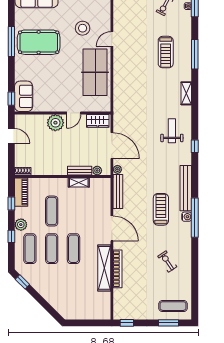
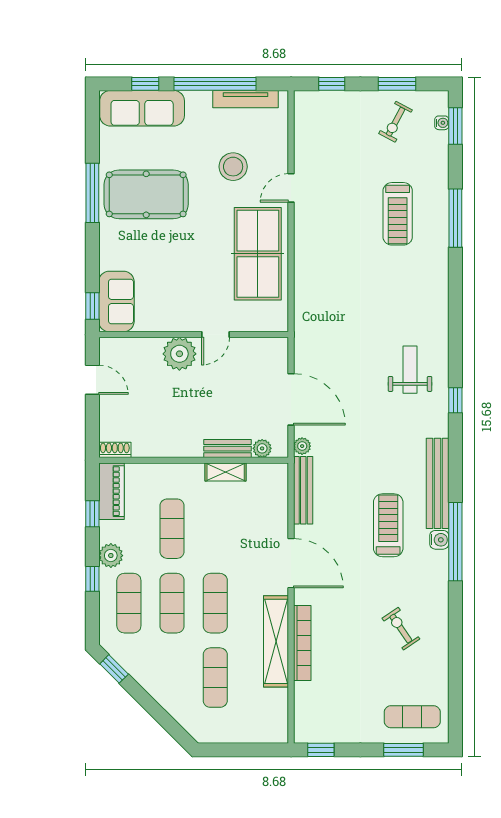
shelving: (186, 93) -> (438, 295), removed
wardrobe: (98, 121) -> (263, 350), removed
exercise mat: (74, 286) -> (215, 678), added

